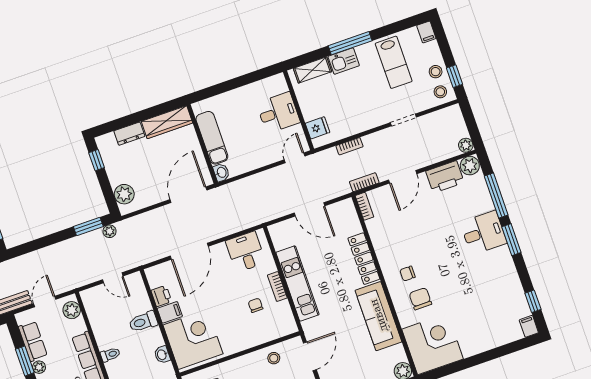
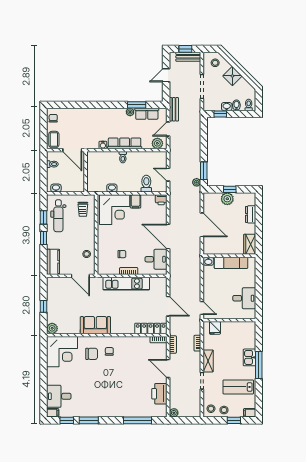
shelving: (312, 70) -> (208, 361), moved
window: (455, 76) -> (234, 420), moved
desk: (278, 113) -> (244, 298), moved, turned -90
wardrobe: (167, 122) -> (250, 244), width x0.67
window: (97, 160) -> (230, 189), moved
plant: (470, 166) -> (161, 411), removed
plant: (124, 194) -> (227, 199), moved
door: (188, 195) -> (202, 225), moved
door: (309, 209) -> (168, 306), swing flipped
desk: (483, 233) -> (59, 396), moved, turned 90
window: (511, 240) -> (89, 420), moved
door: (189, 251) -> (168, 236), moved
locker: (364, 259) -> (151, 328), moved
door: (113, 278) -> (168, 175), hinge flipped
printer: (161, 296) -> (161, 200), moved
door: (45, 302) -> (168, 129), swing flipped
sofa: (378, 316) -> (95, 325), width x0.73
toilet: (143, 322) -> (146, 184), moved

